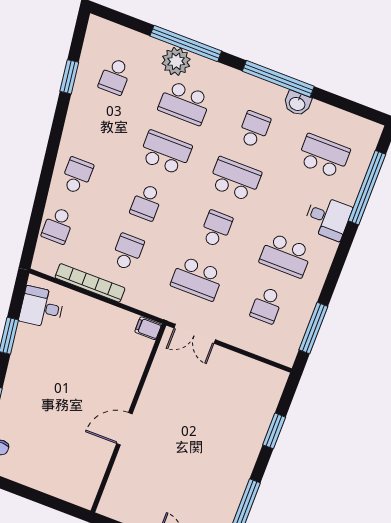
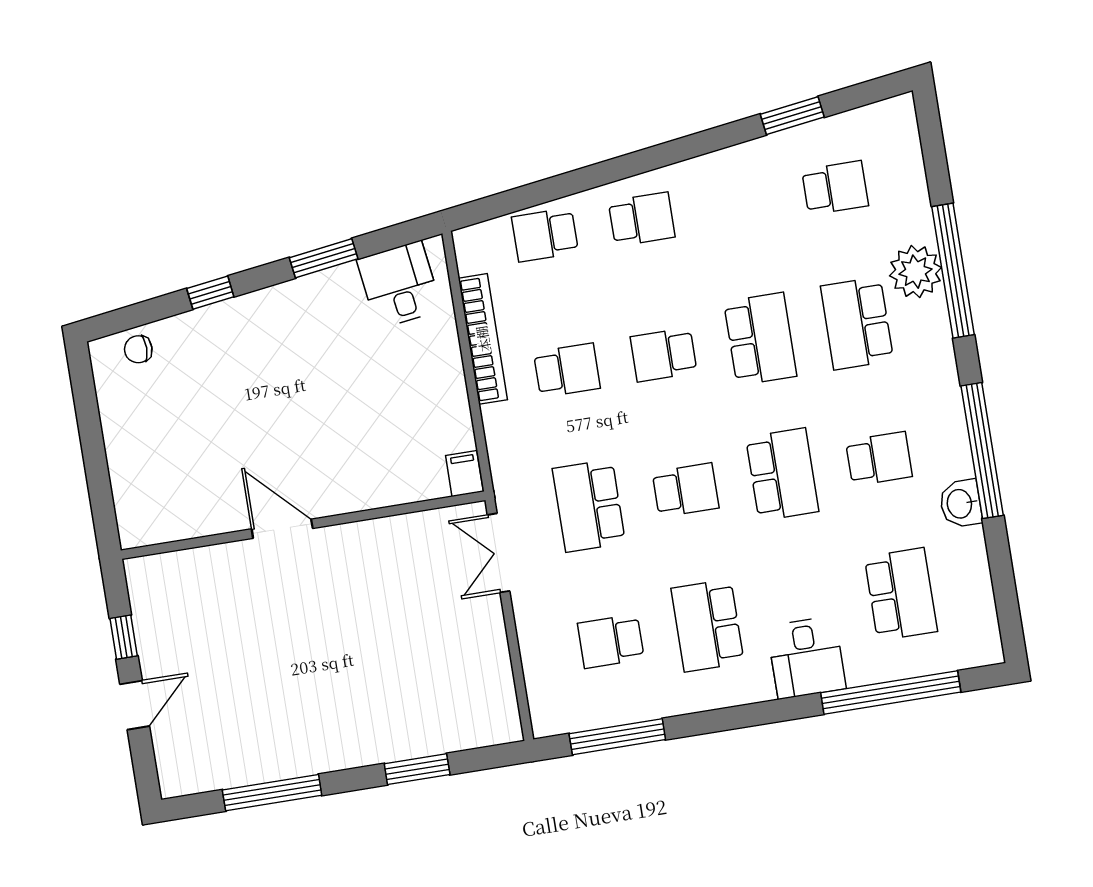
school desk: (115, 76) -> (835, 188), turned 180

